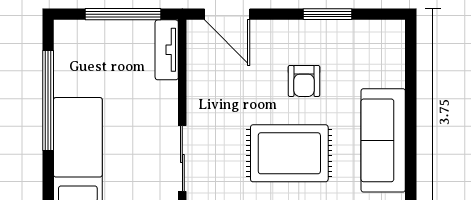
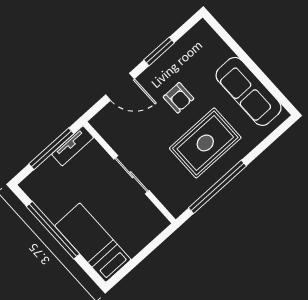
door: (227, 14) -> (120, 87), moved
tv unit: (167, 50) -> (73, 146), moved, turned -90
sliding door: (182, 158) -> (132, 175), moved

